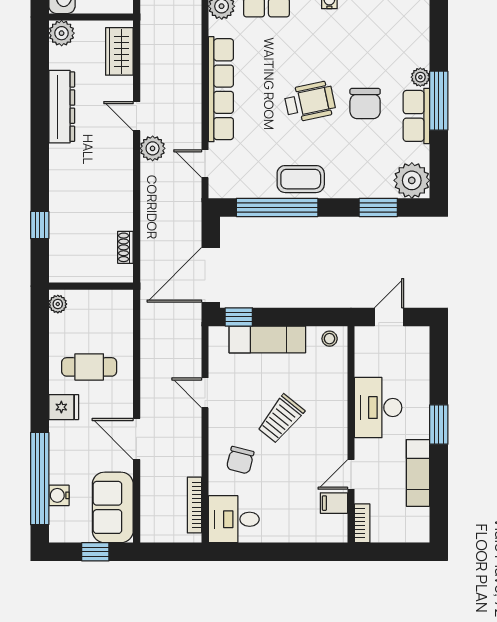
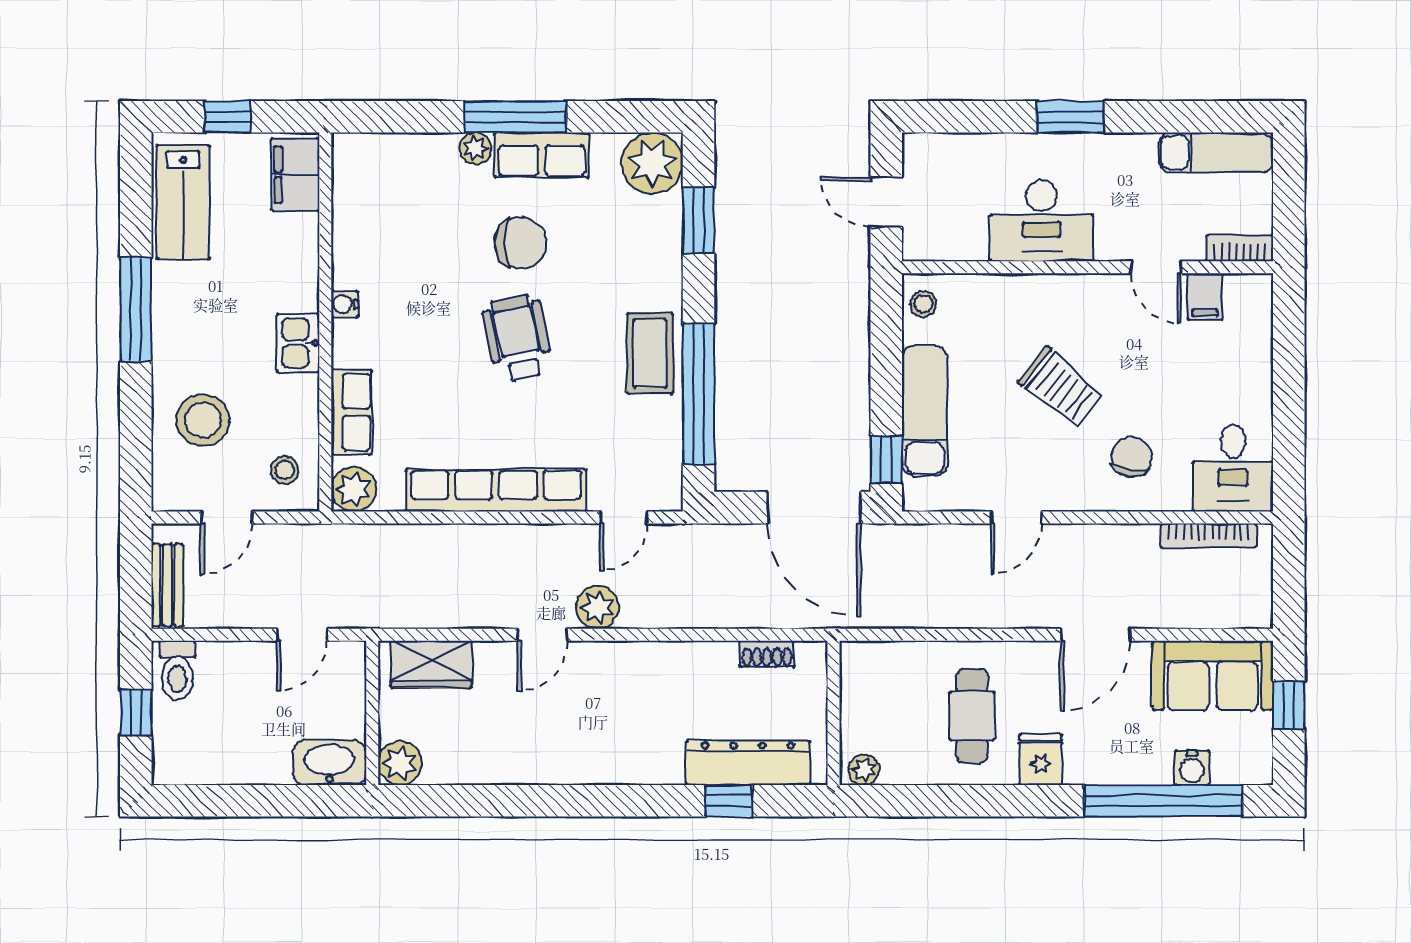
dresser: (62, 107) -> (748, 763), moved
chair: (240, 460) -> (1132, 457), turned -97
exam couch: (418, 473) -> (1216, 152), moved

